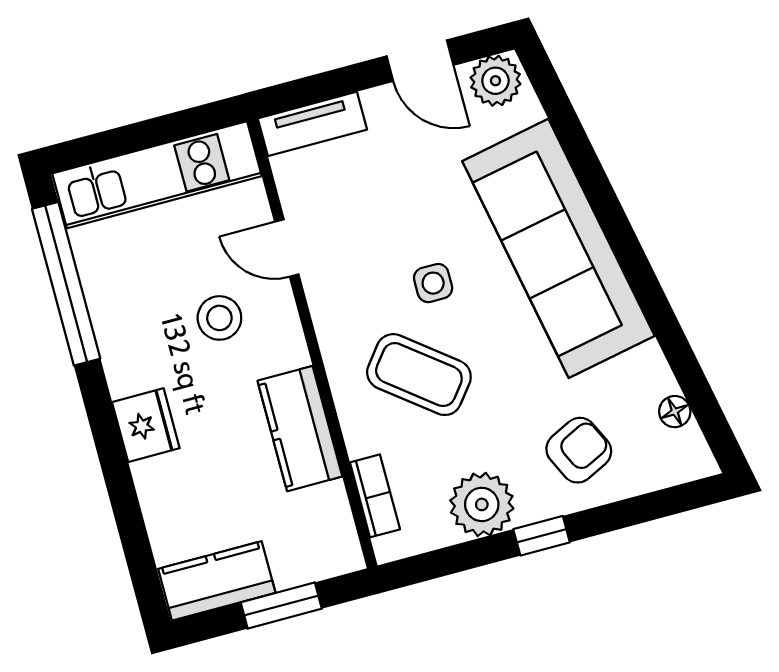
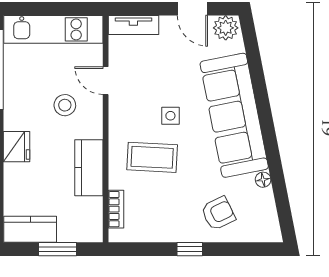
coffee table: (419, 375) -> (152, 157), turned -35
floor lamp: (675, 412) -> (263, 180), moved
plant: (482, 504) -> (165, 227), removed

